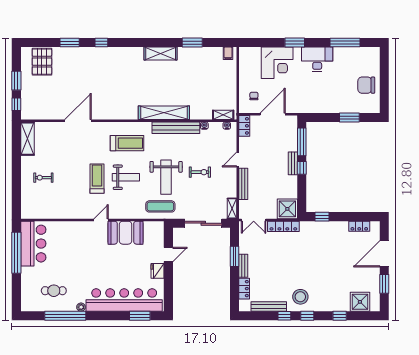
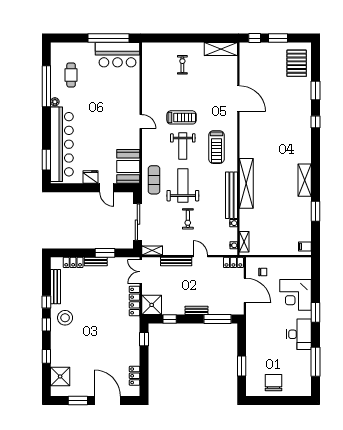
pallet: (42, 62) -> (297, 63), turned 90
window: (302, 168) -> (170, 319), moved
weight bench: (166, 177) -> (183, 186), turned 90
booth: (125, 233) -> (128, 166), moved

